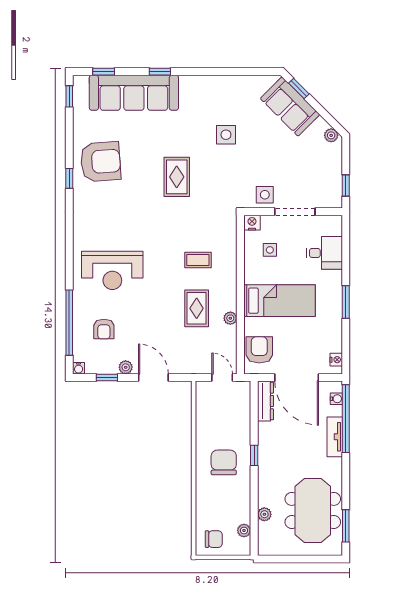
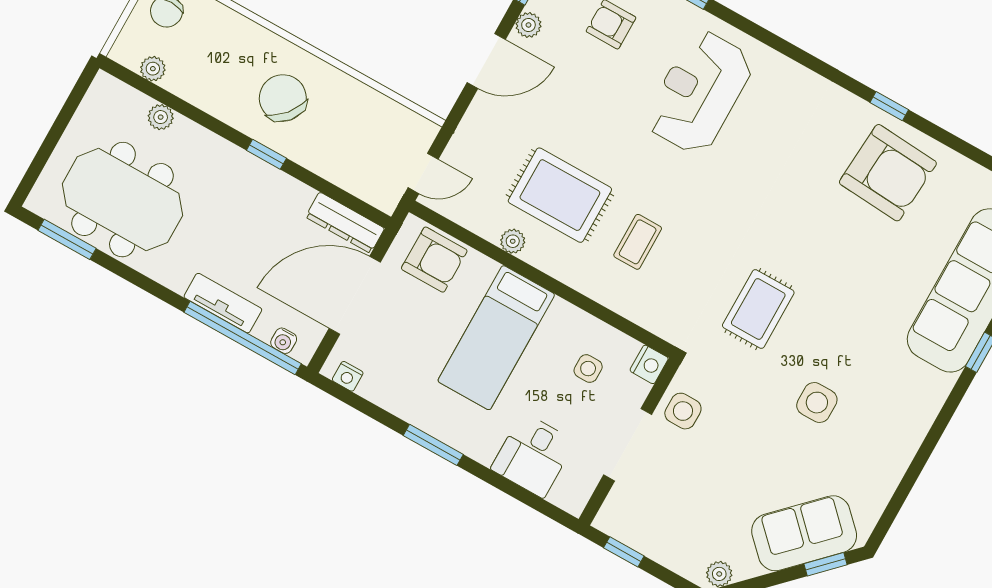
armchair: (101, 162) -> (888, 173), turned -82
rug: (177, 177) -> (758, 309), moved, turned 90
rug: (197, 308) -> (560, 195), width x1.36, depth x1.43
chair: (224, 462) -> (283, 98), turned -140

